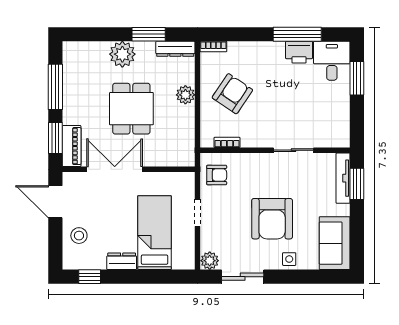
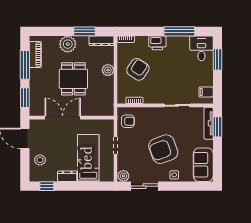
printer: (299, 52) -> (157, 43), moved
filing cabinet: (339, 129) -> (206, 92), added
piano: (72, 146) -> (35, 55), moved
armchair: (272, 219) -> (163, 149), turned 70

